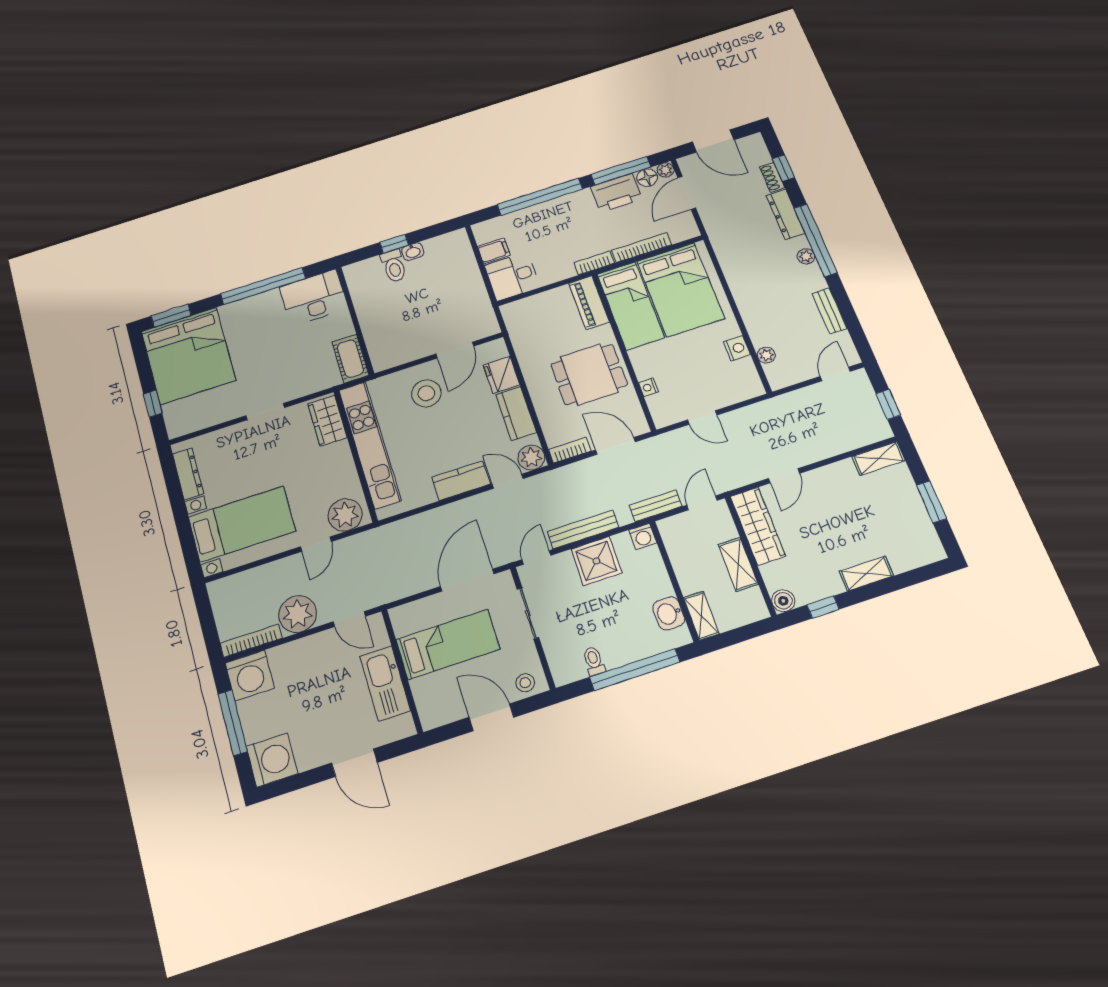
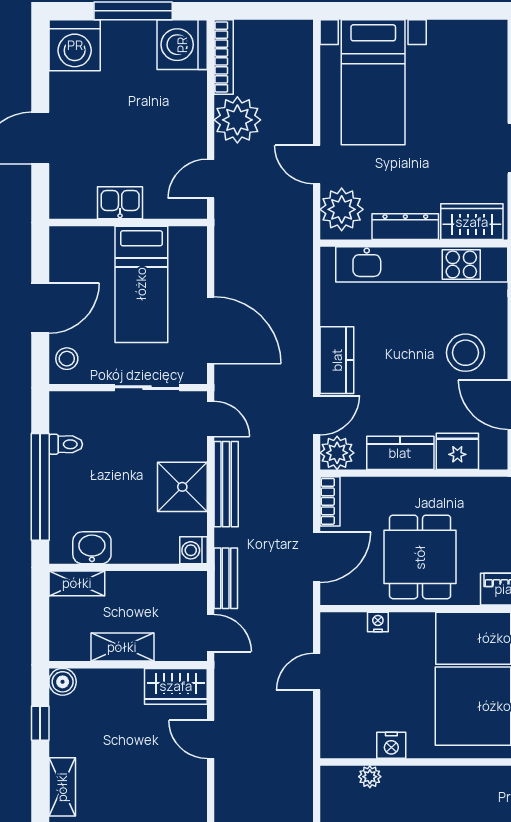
dresser: (188, 474) -> (405, 227), moved, turned 180
wardrobe: (758, 526) -> (176, 686), width x0.67
kitchen sink: (385, 683) -> (120, 203), width x0.53, depth x0.81

